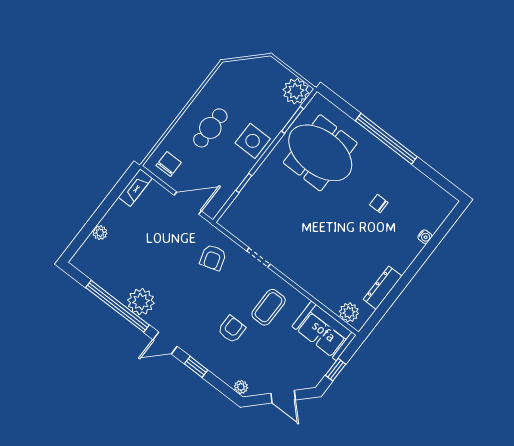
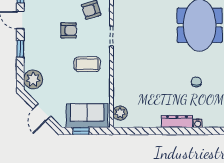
dresser: (383, 288) -> (177, 122), moved
armchair: (232, 329) -> (69, 30), moved
sofa: (324, 331) -> (87, 116), moved, turned 90
plant: (241, 387) -> (33, 79), width x1.87, depth x1.87

